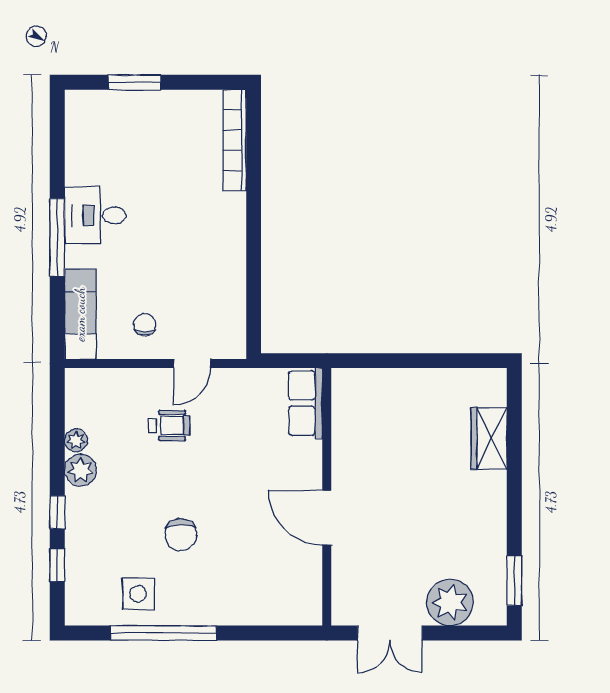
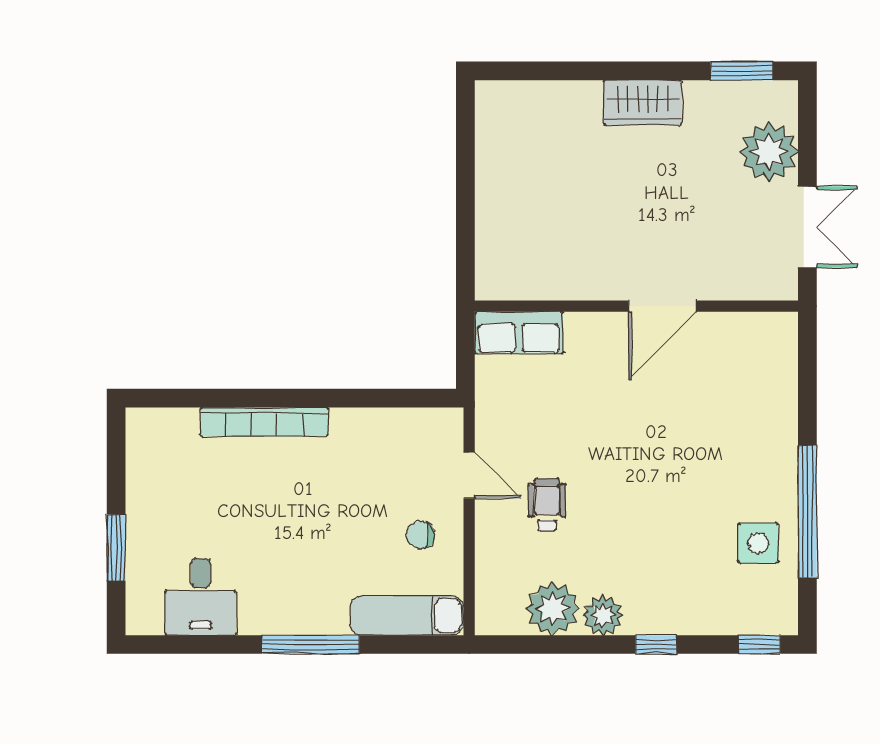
bookcase: (235, 140) -> (264, 422), moved
desk: (95, 215) -> (201, 597), moved
wardrobe: (489, 438) -> (643, 103), moved
plant: (76, 440) -> (553, 608), width x1.87, depth x1.87
chair: (181, 535) -> (684, 490), removed
window: (57, 565) -> (759, 645), moved

